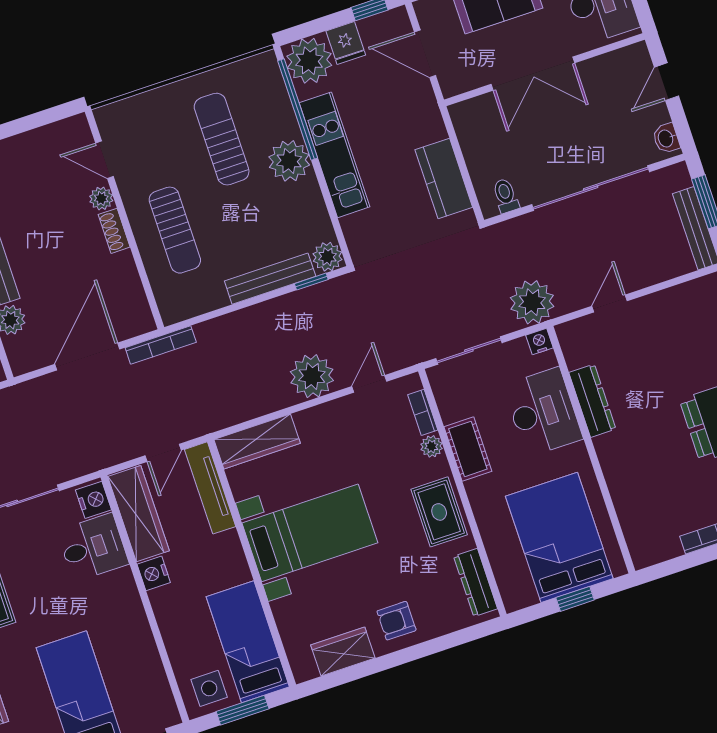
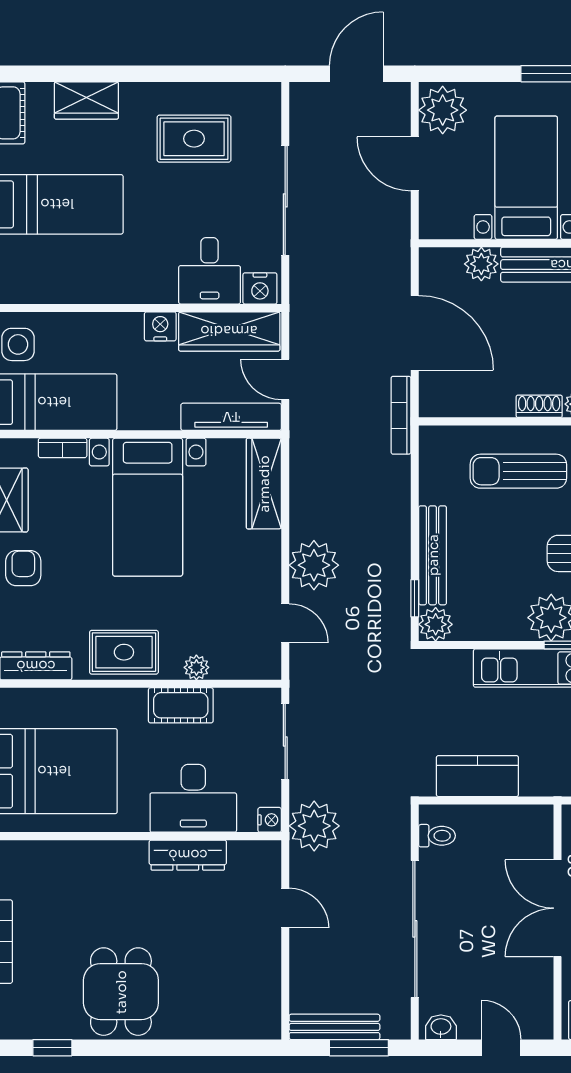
bookcase: (423, 412) -> (63, 448), moved, turned 180

